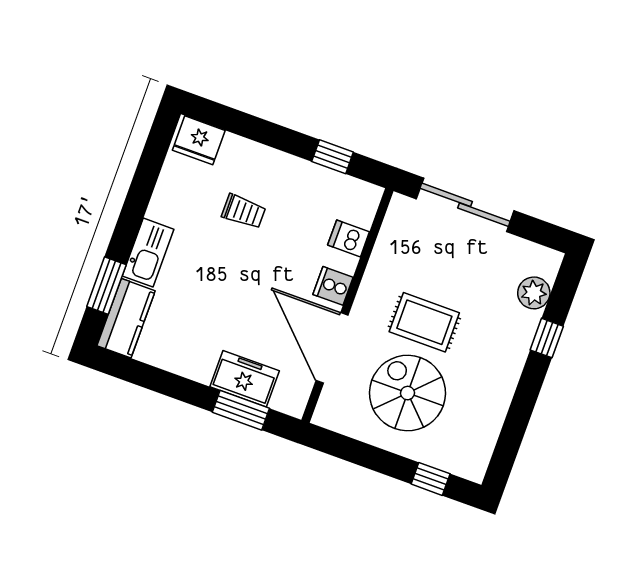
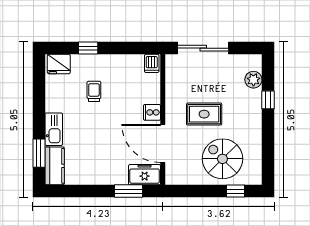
window: (333, 157) -> (88, 48), moved
trolley: (244, 211) -> (94, 91), turned -90
dishwasher: (349, 238) -> (152, 63), moved, turned -90
freezer: (245, 379) -> (145, 175), moved
spiral stairs: (408, 393) -> (222, 159), moved

